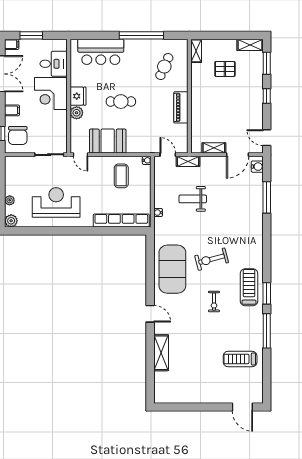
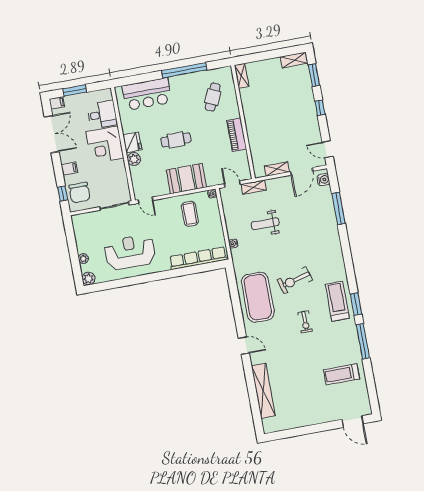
pallet: (225, 69) -> (273, 88), removed
booth: (108, 141) -> (186, 179), moved
shelving: (161, 353) -> (263, 391), width x1.47

